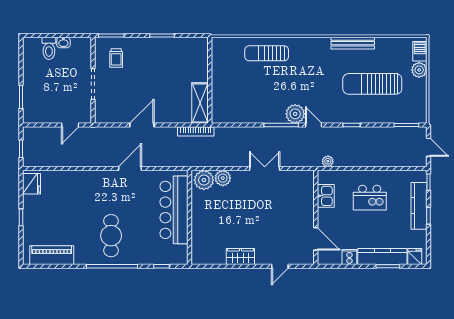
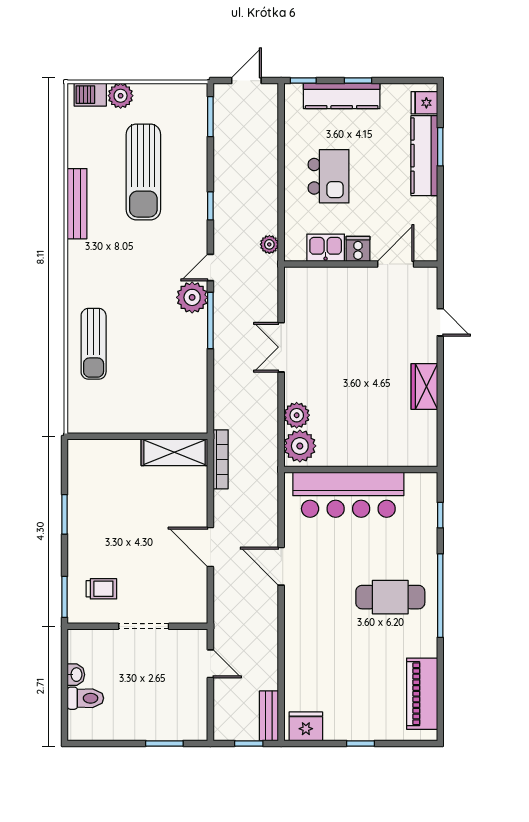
bench: (38, 161) -> (269, 716), added
cooker: (349, 257) -> (358, 249), moved, turned 90

